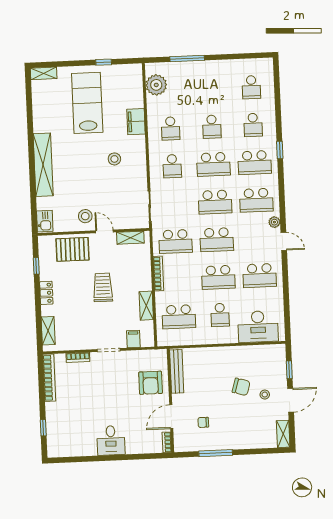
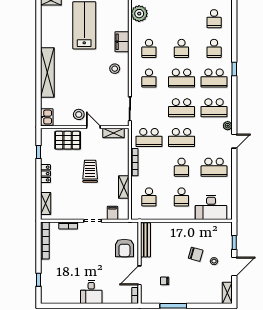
stool: (114, 159) -> (115, 69), moved
door: (284, 241) -> (234, 141), hinge flipped
school desk: (218, 277) -> (181, 167), width x0.54
school desk: (179, 317) -> (149, 197), width x0.54

